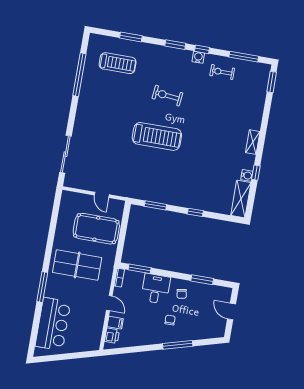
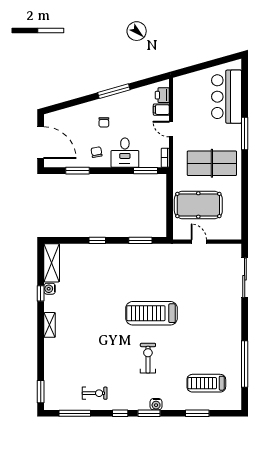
water cooler: (198, 57) -> (156, 404), moved
exercise bike: (167, 96) -> (148, 358), turned -96
door: (232, 312) -> (41, 143), width x1.88
window: (178, 345) -> (114, 91), moved

